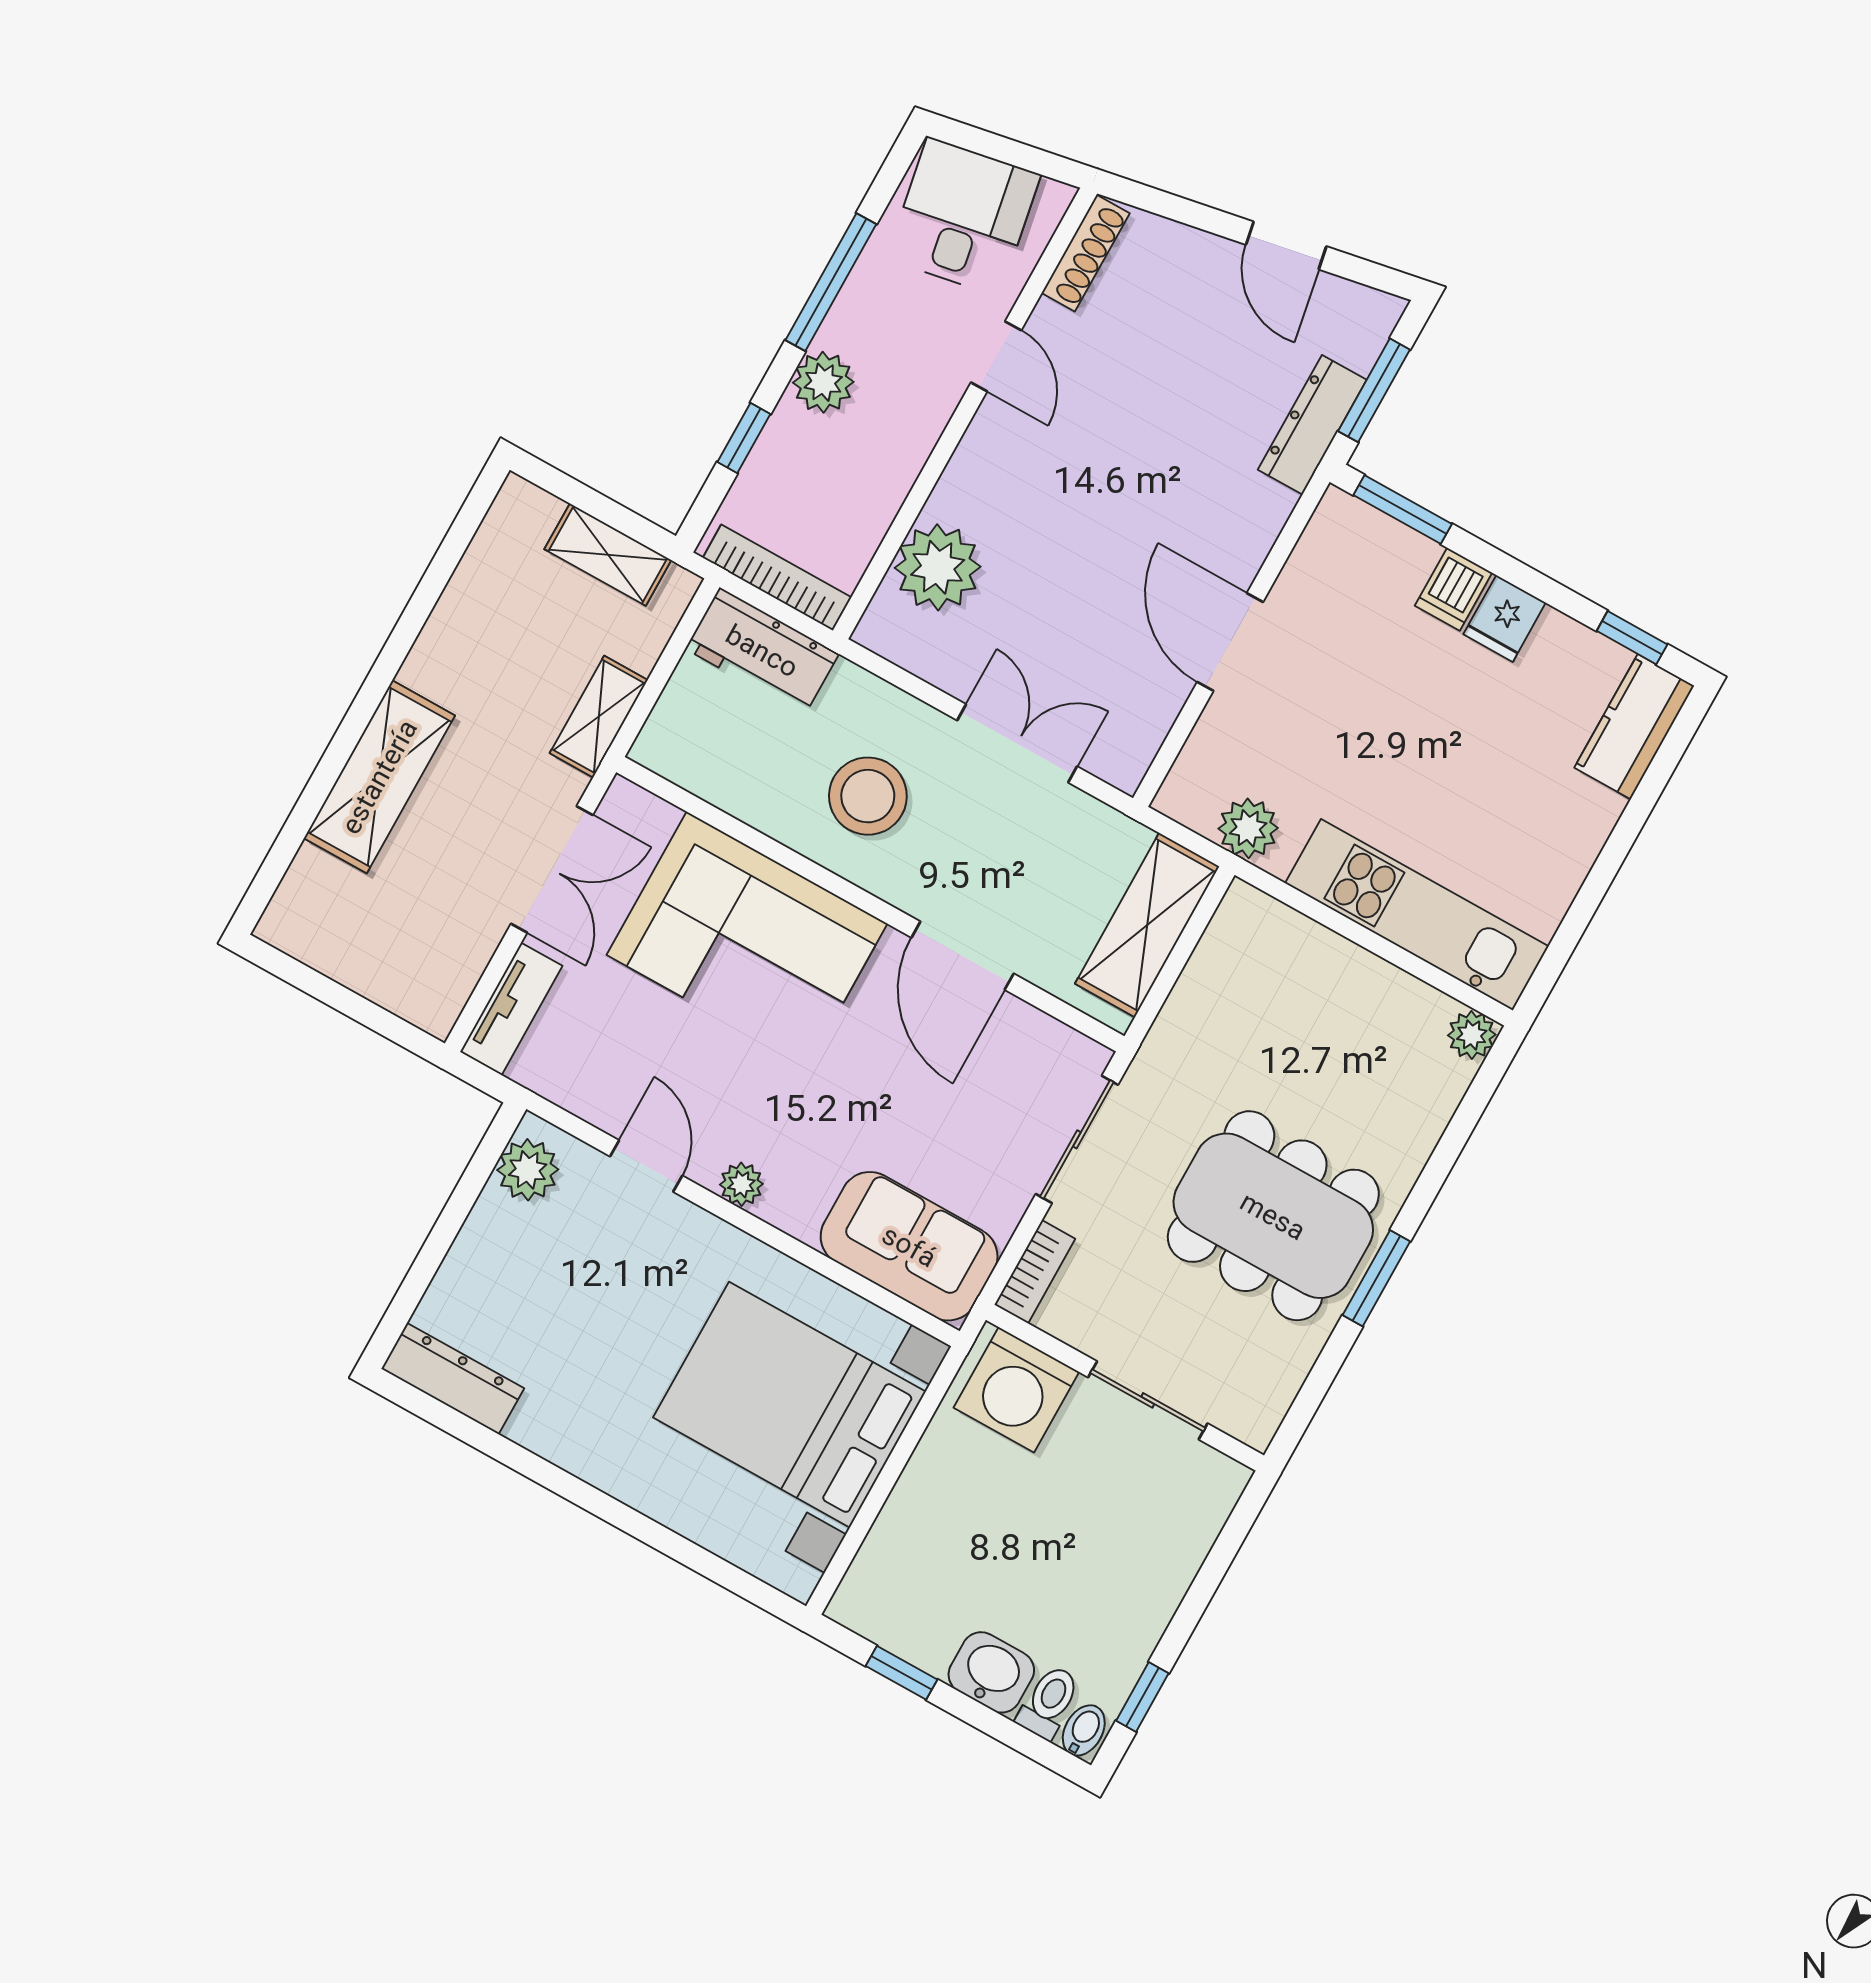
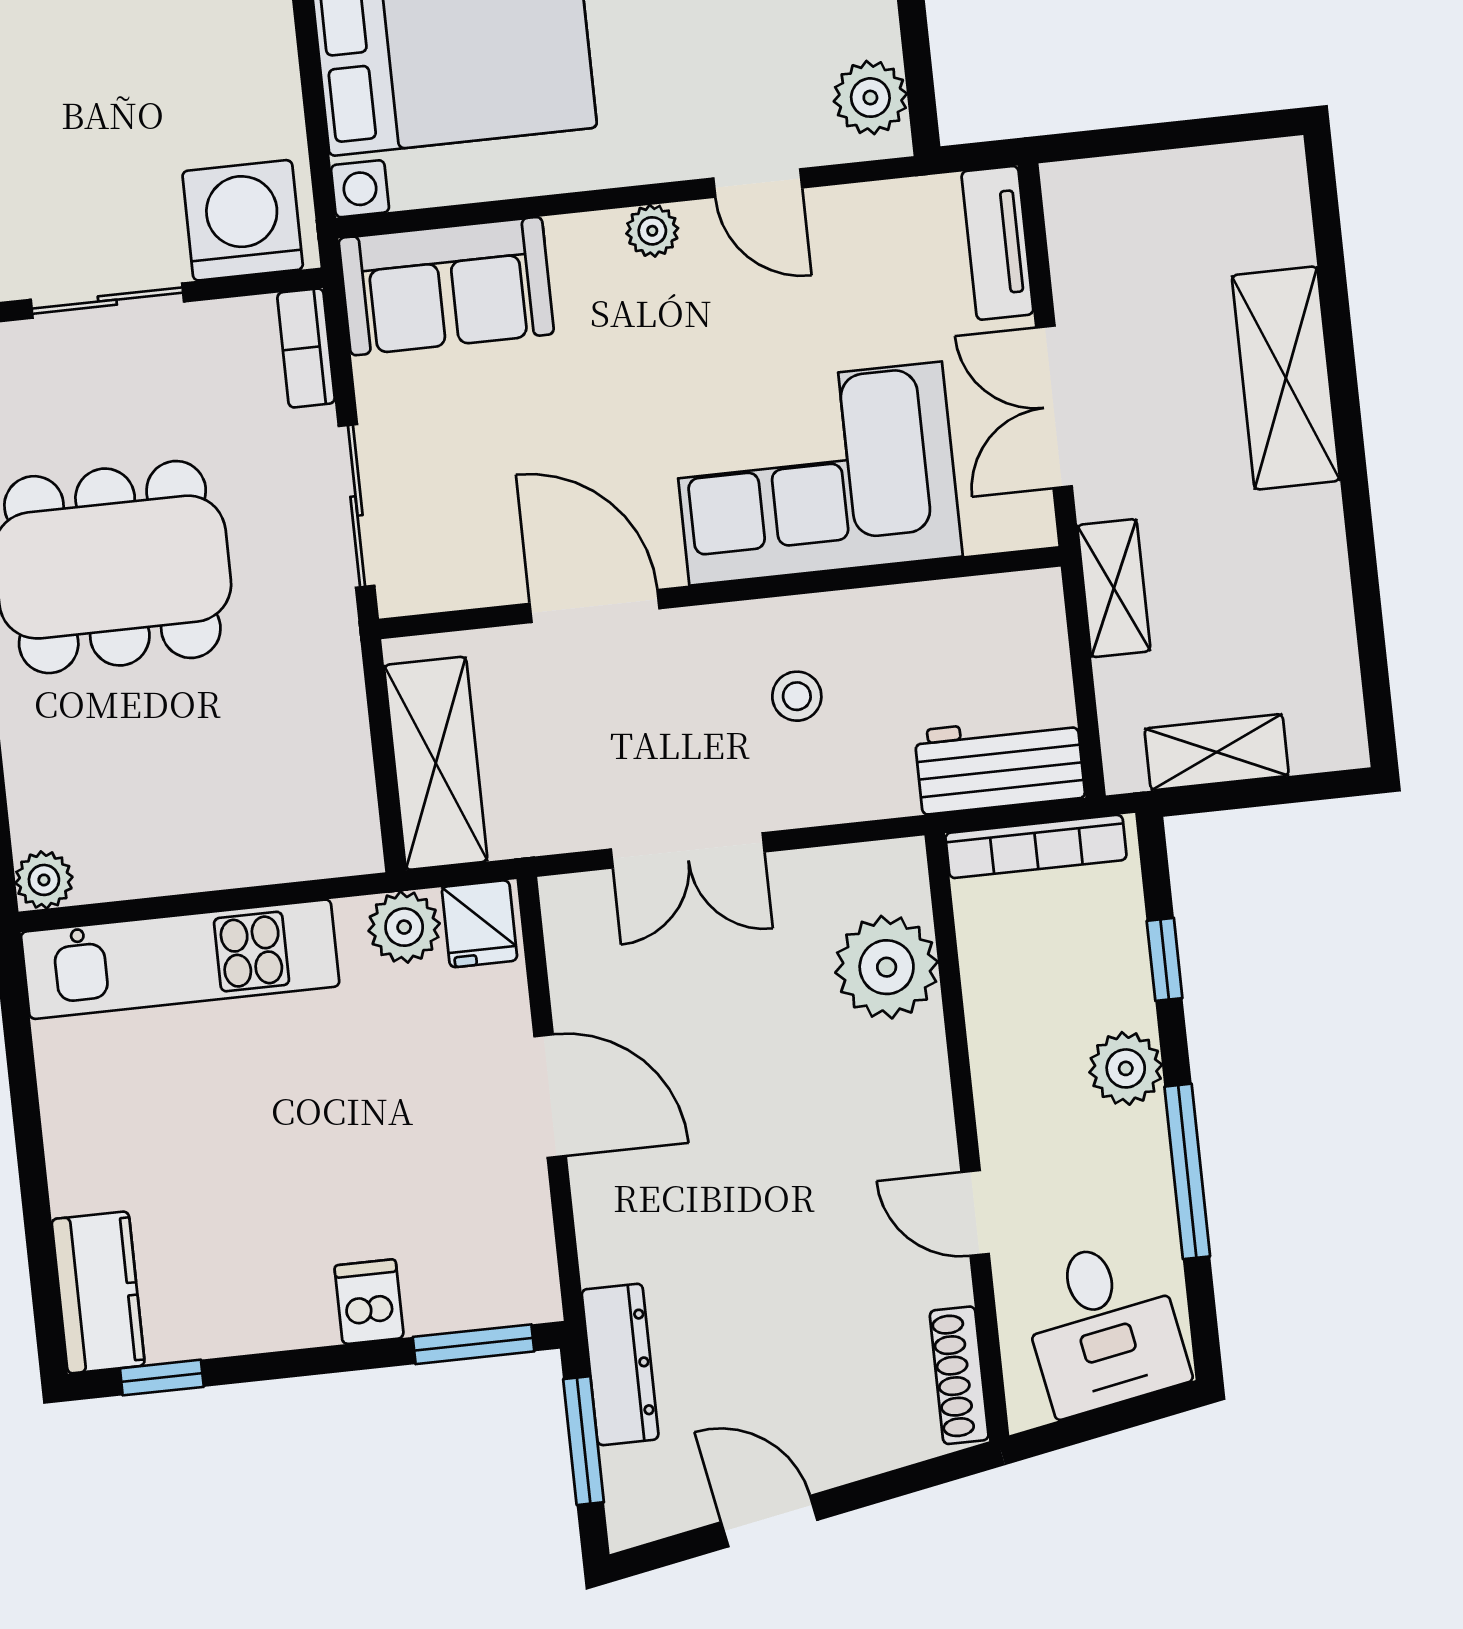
fridge: (1505, 618) -> (479, 924), moved, turned 180
stool: (868, 796) -> (797, 696), width x0.53, depth x0.53

